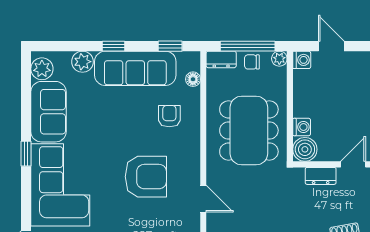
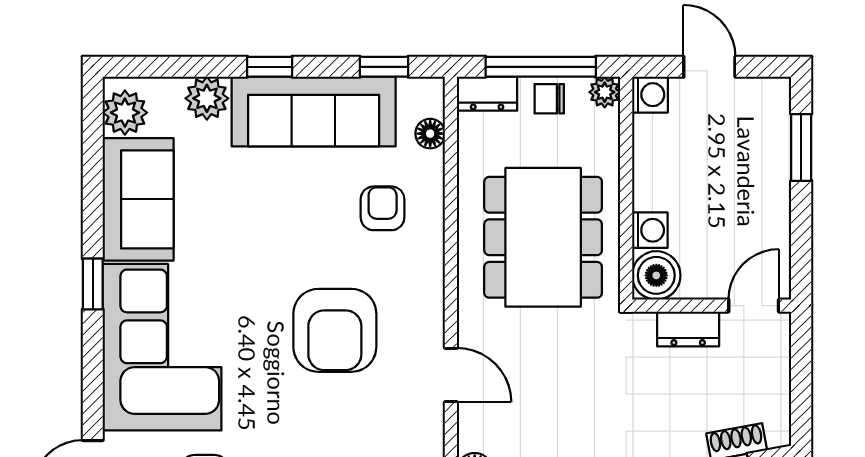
armchair: (146, 177) -> (335, 330), turned 90

